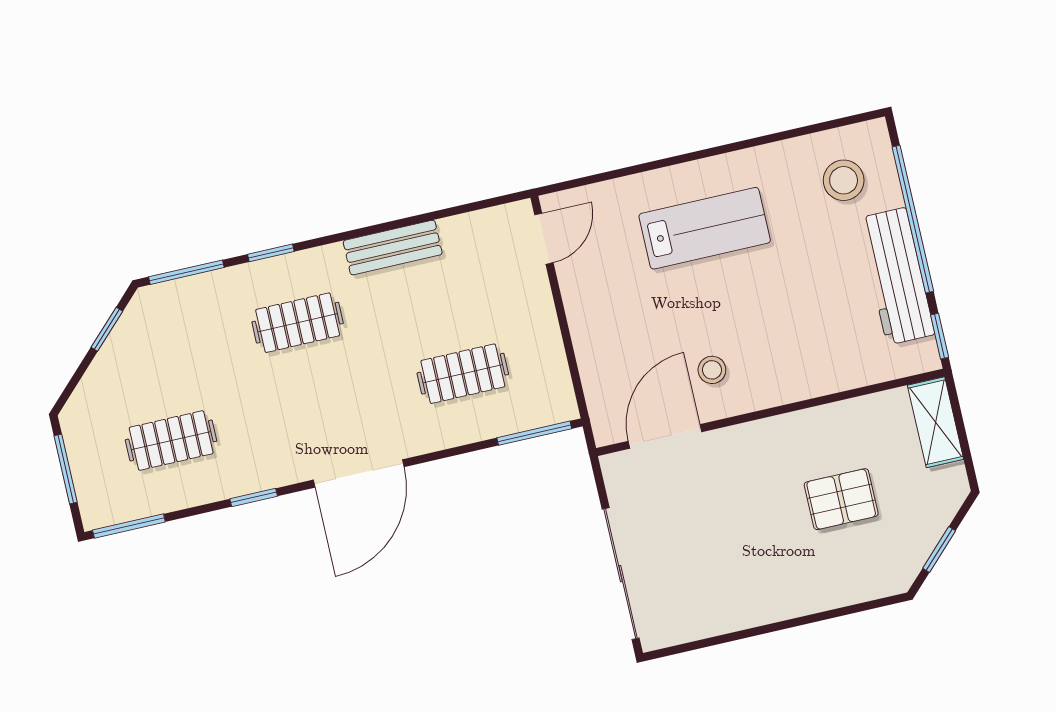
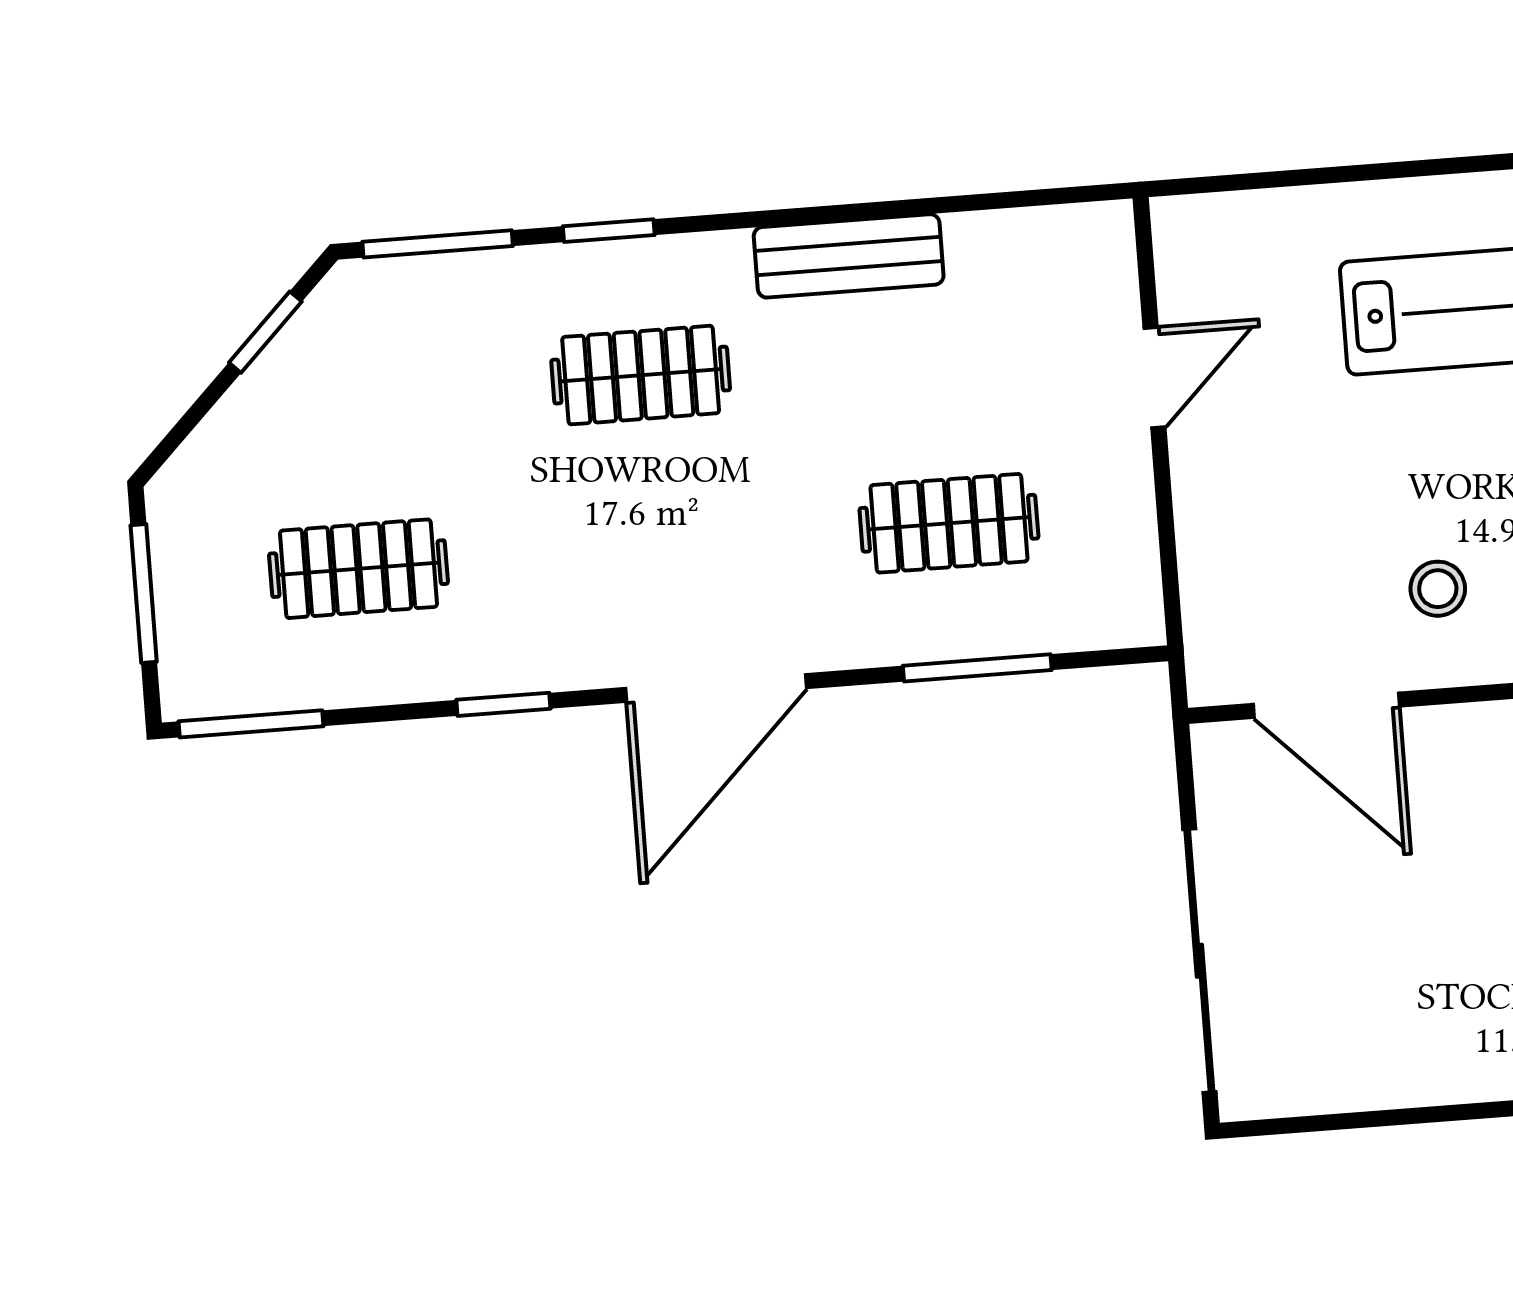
door: (544, 239) -> (1154, 378), moved
window: (534, 433) -> (977, 668), moved
door: (665, 436) -> (1326, 705), swing flipped

